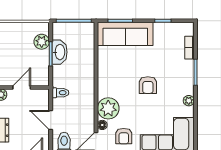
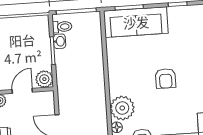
plant: (42, 42) -> (44, 79), moved
washbasin: (60, 52) -> (60, 41), width x0.52, depth x0.69
toilet: (60, 93) -> (62, 27), moved

